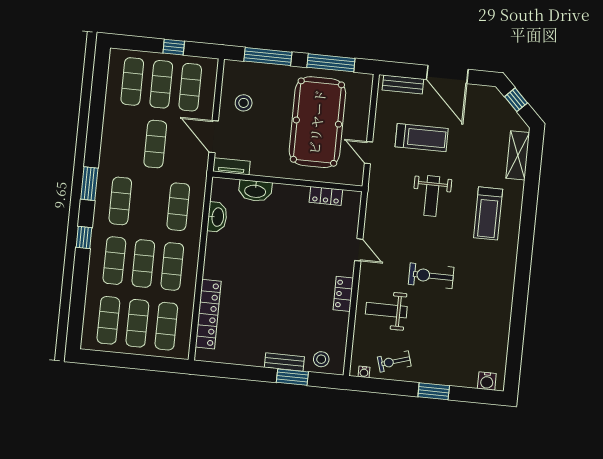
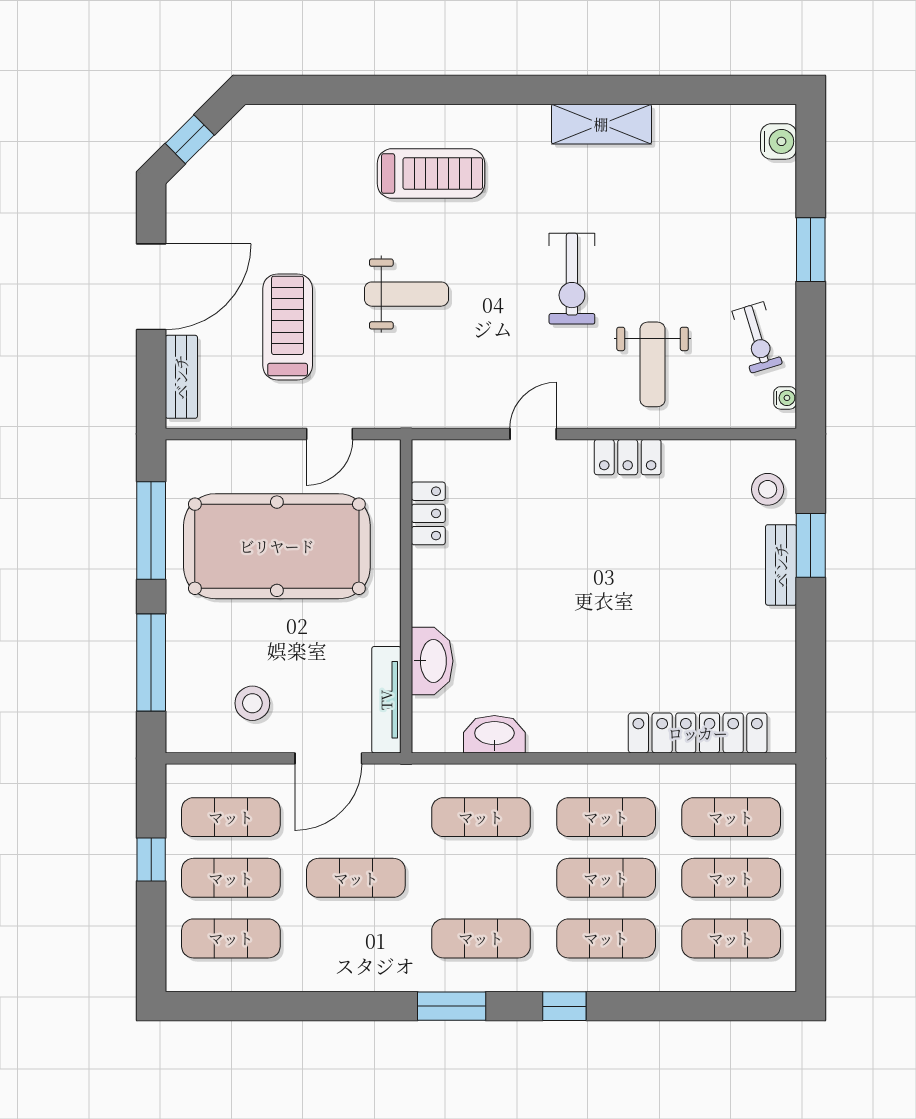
shelving: (518, 155) -> (601, 124), moved
tv unit: (231, 166) -> (386, 700), width x1.41

